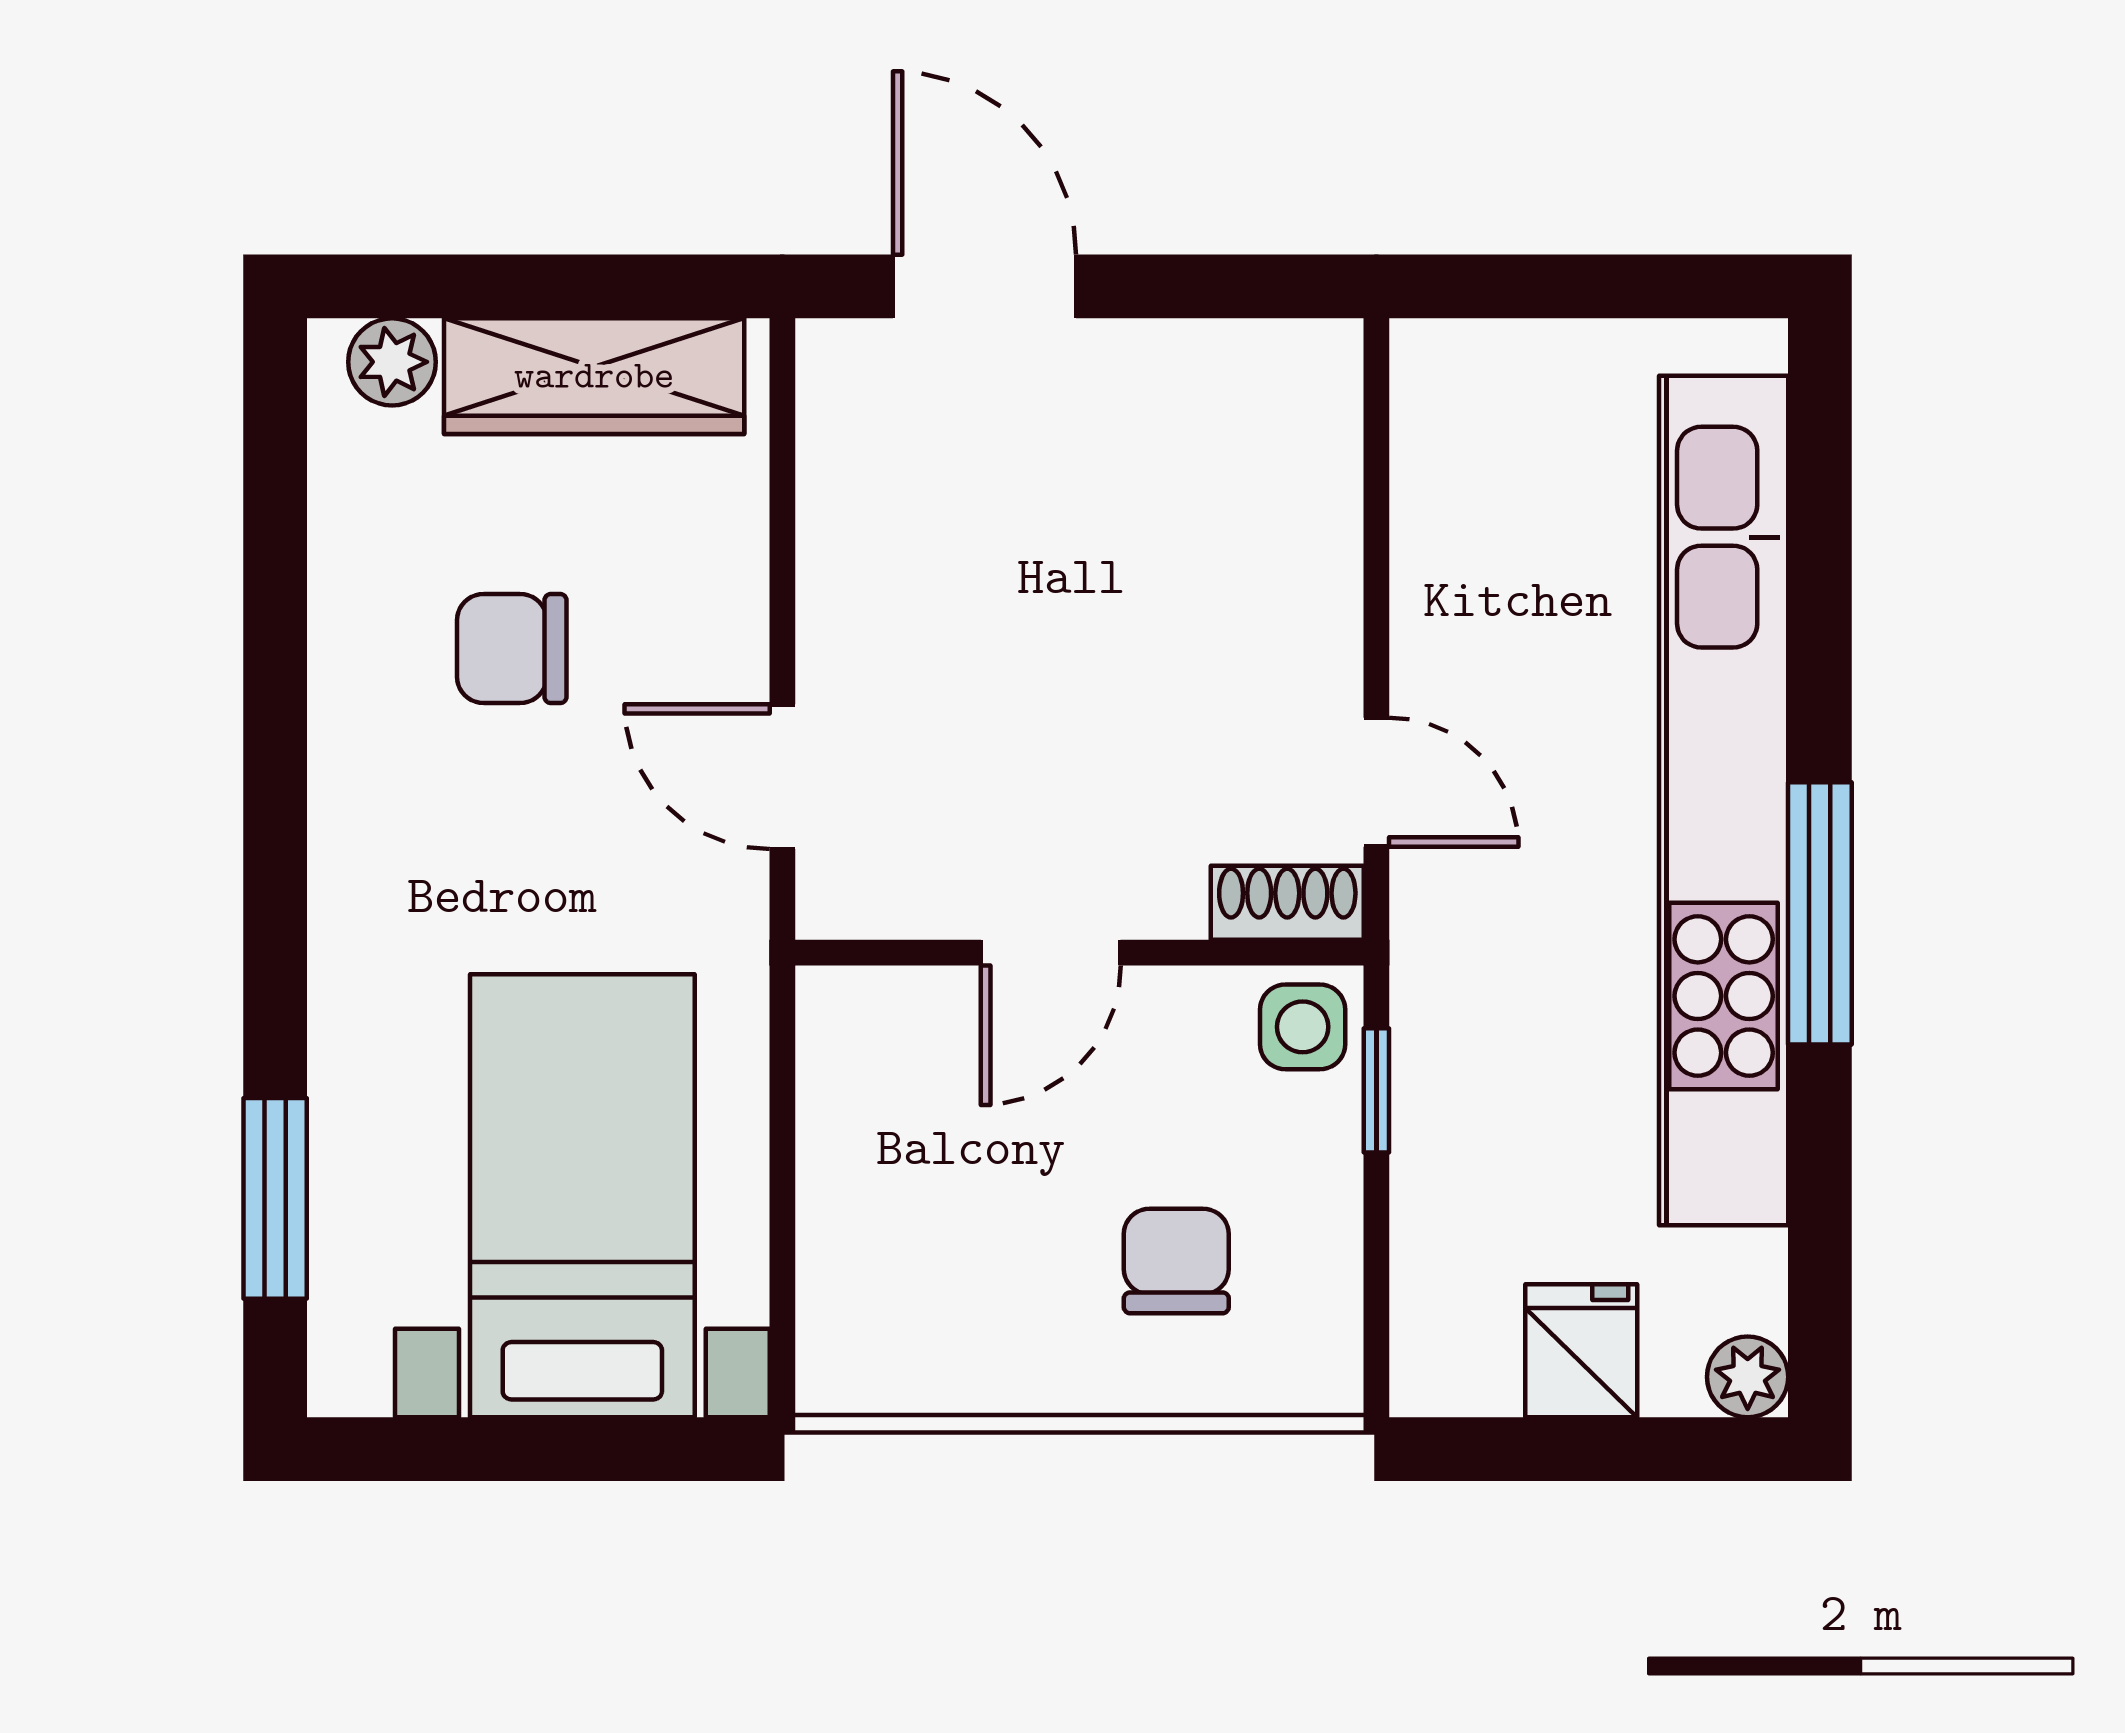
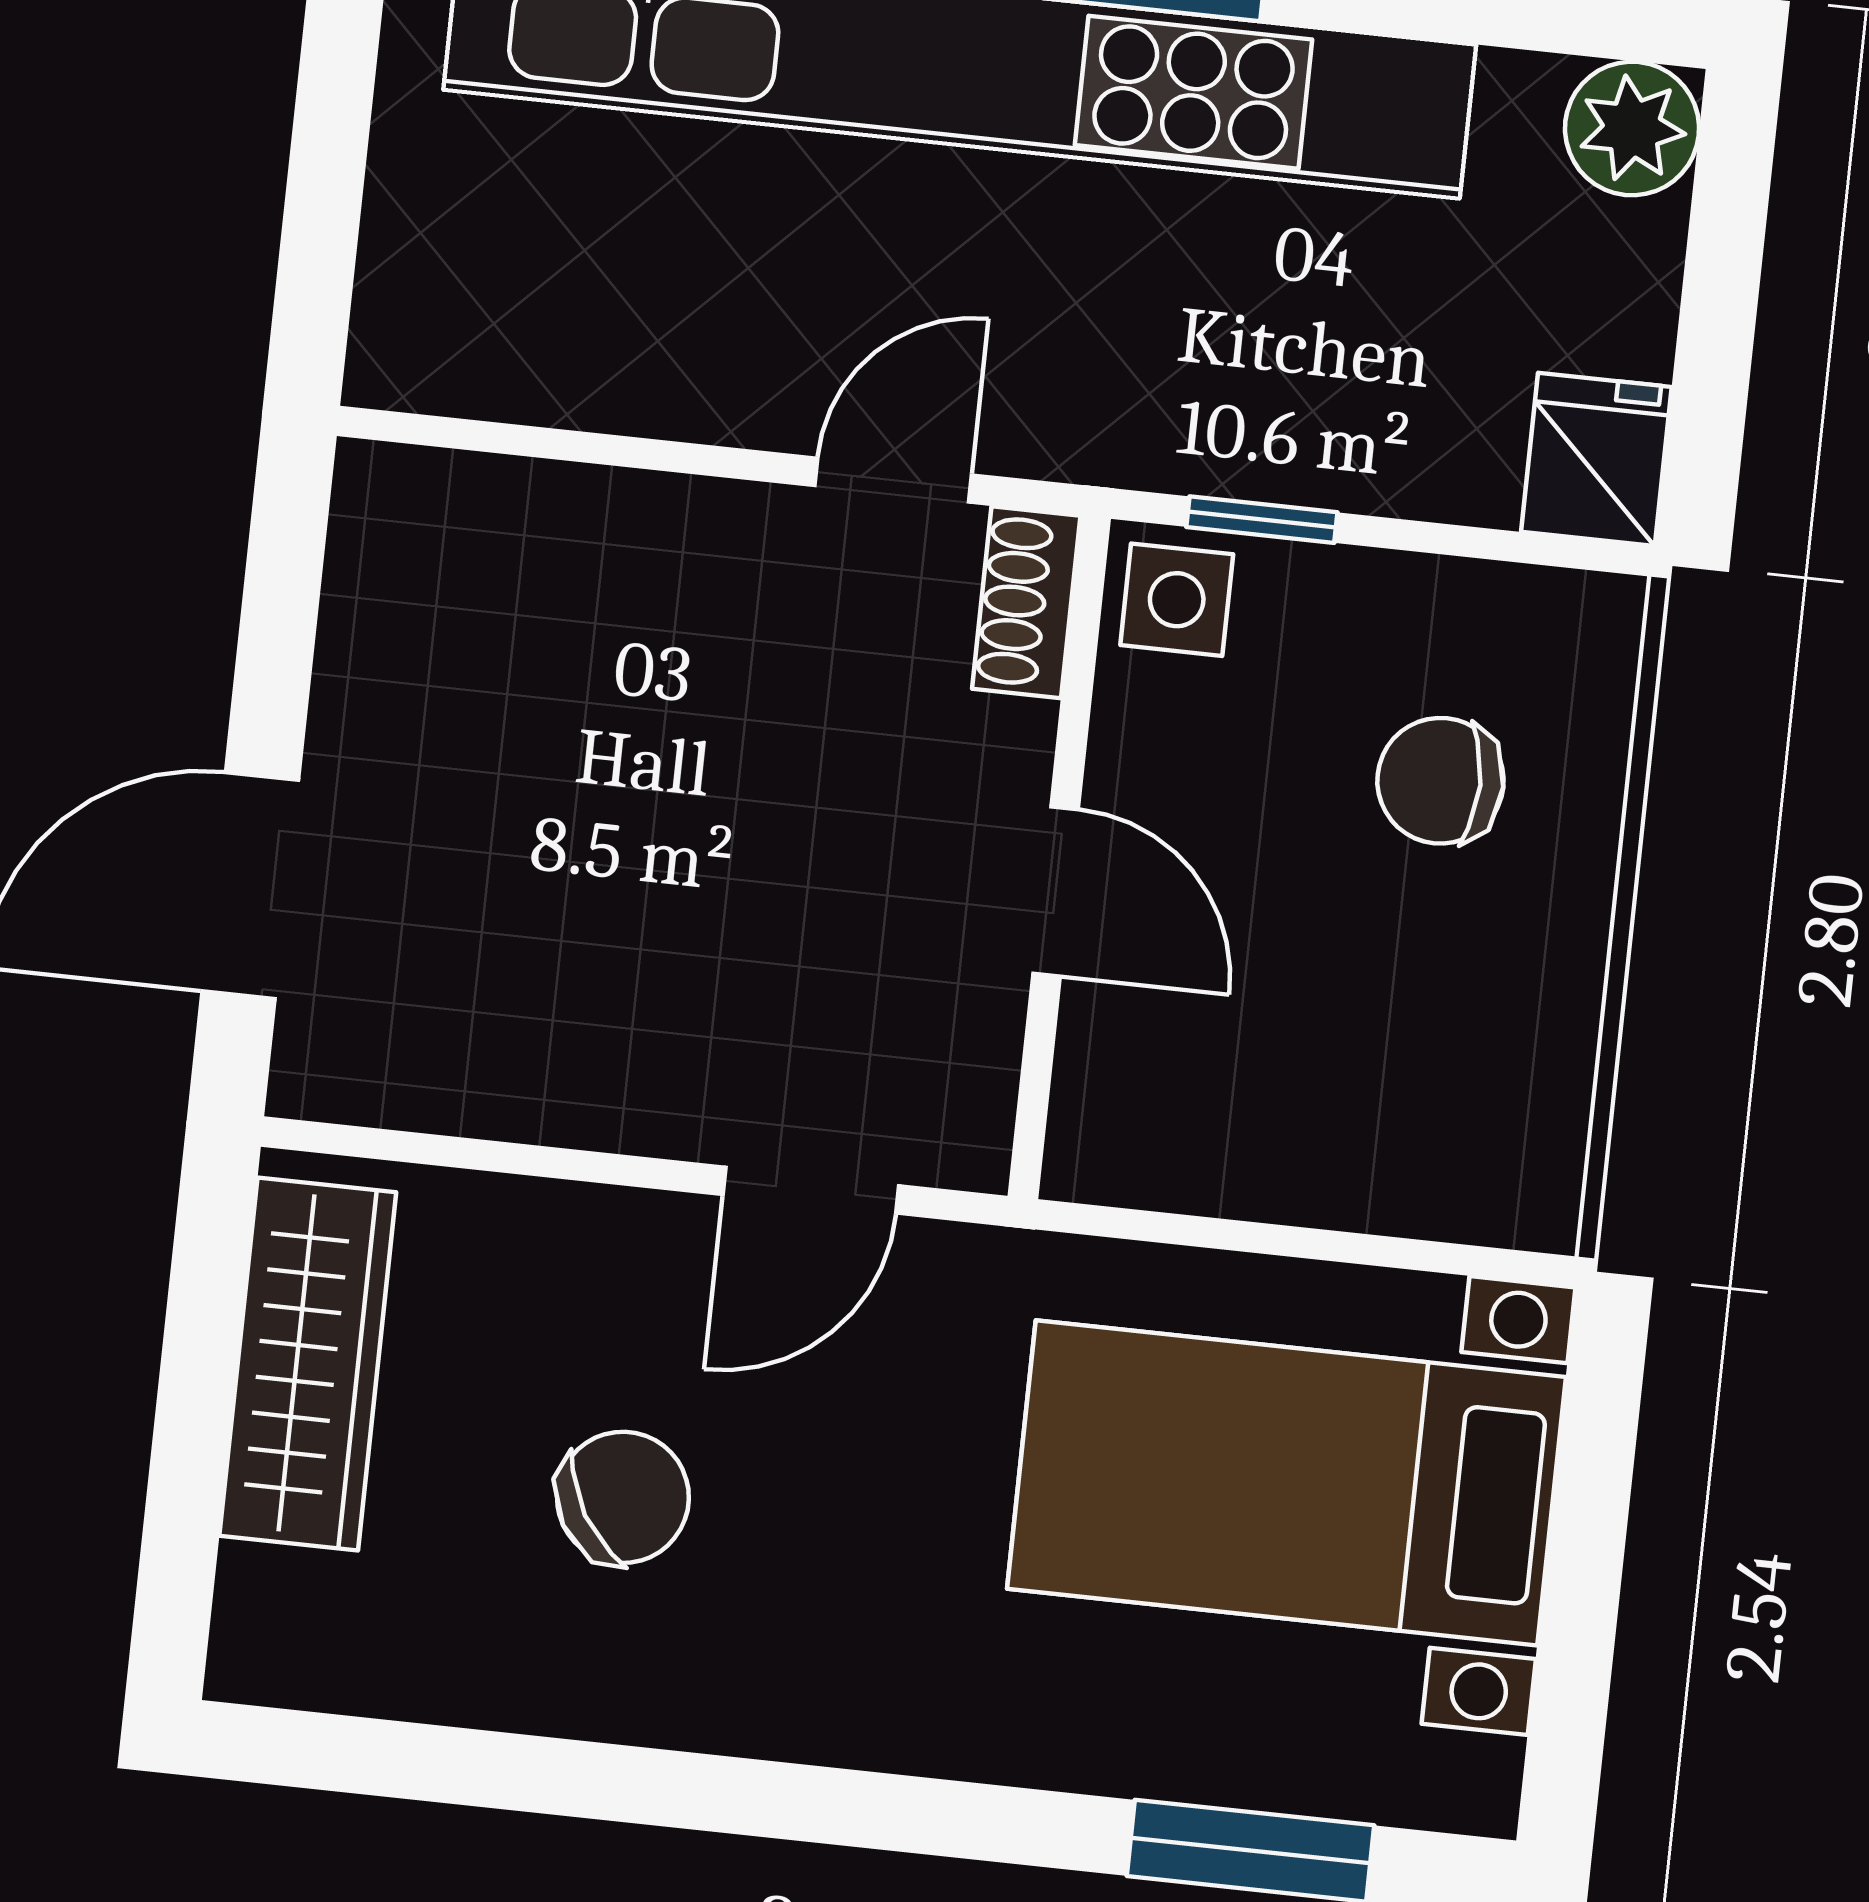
plant: (392, 362) -> (265, 1604), removed
chair: (512, 649) -> (623, 1497), turned -121
fridge: (1581, 1351) -> (1596, 459), moved, turned 90
plant: (1748, 1377) -> (1632, 128), width x1.38, depth x1.38

